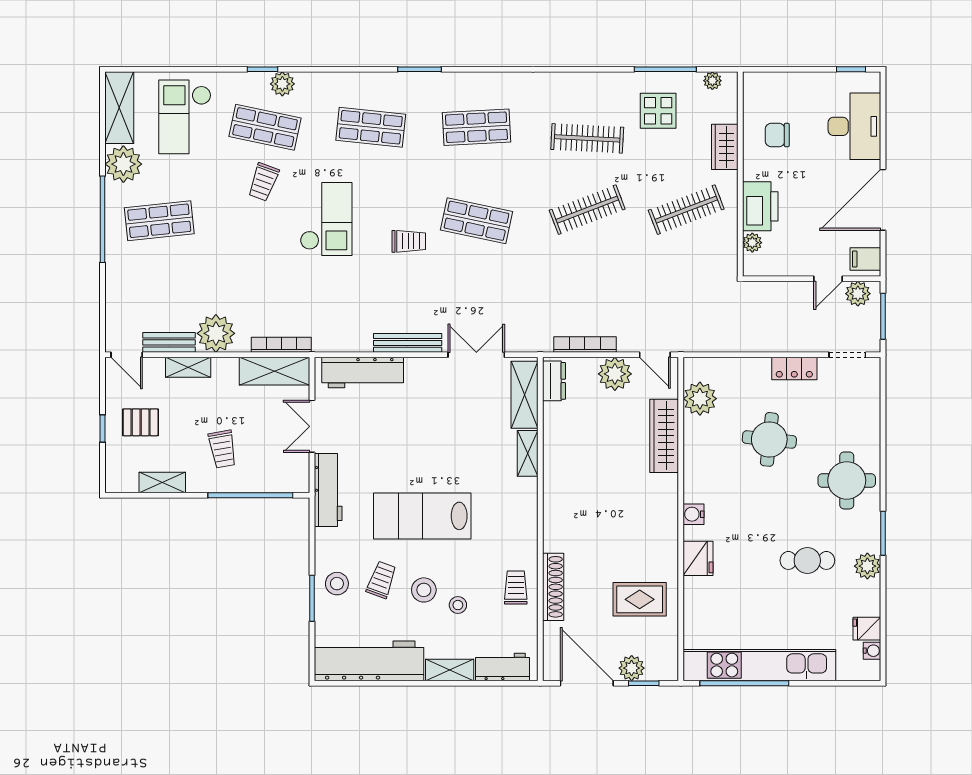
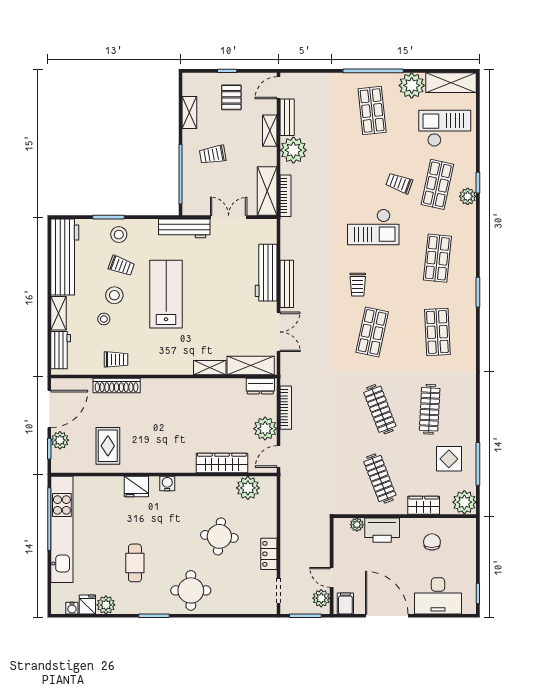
plant: (712, 81) -> (464, 502), width x1.87, depth x1.87
workbench: (363, 373) -> (266, 273), moved
plant: (867, 566) -> (106, 605), moved

